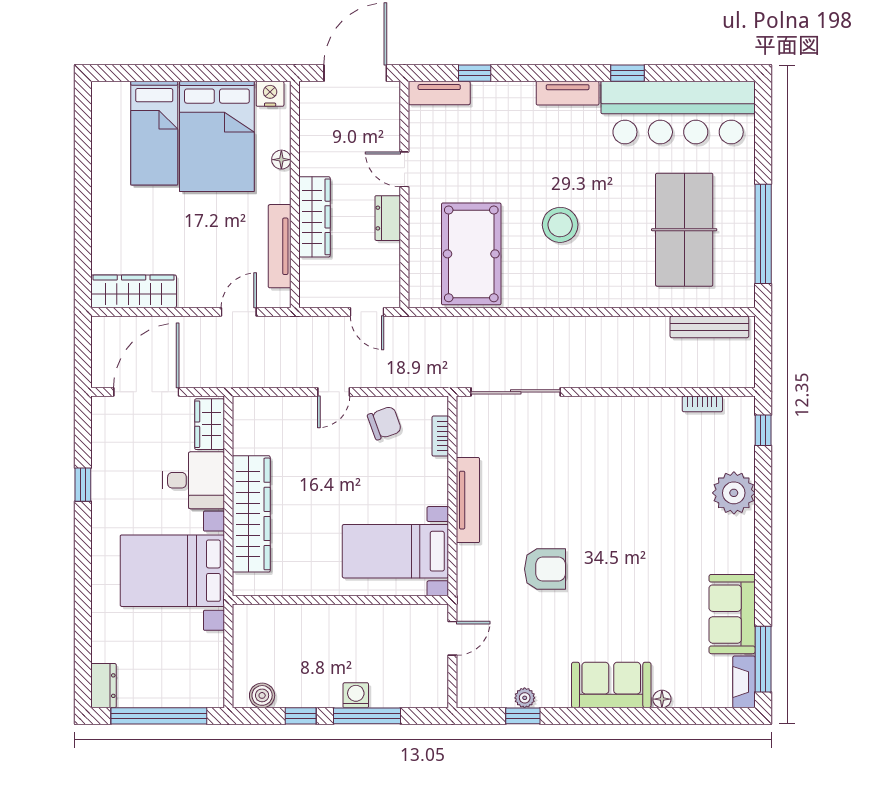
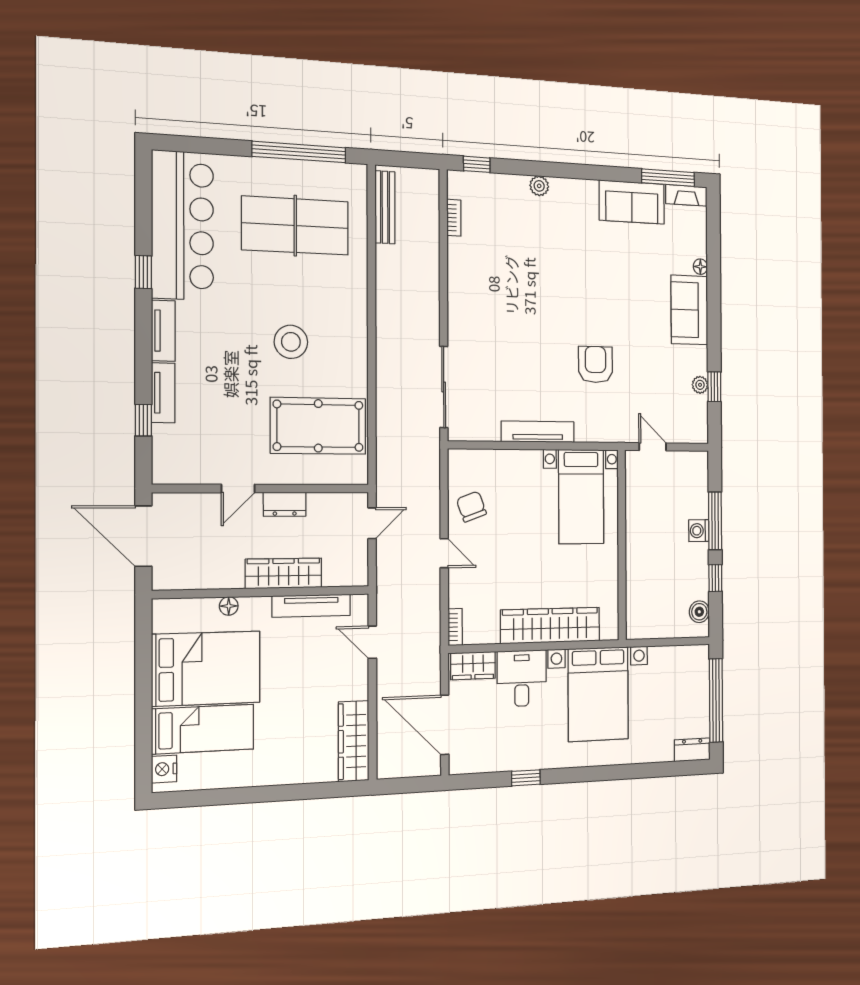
tv unit: (439, 93) -> (163, 393), moved
nightstand: (270, 94) -> (164, 769), moved
bookcase: (440, 436) -> (455, 627), moved, turned -90
plant: (734, 493) -> (539, 186), width x0.53, depth x0.53

